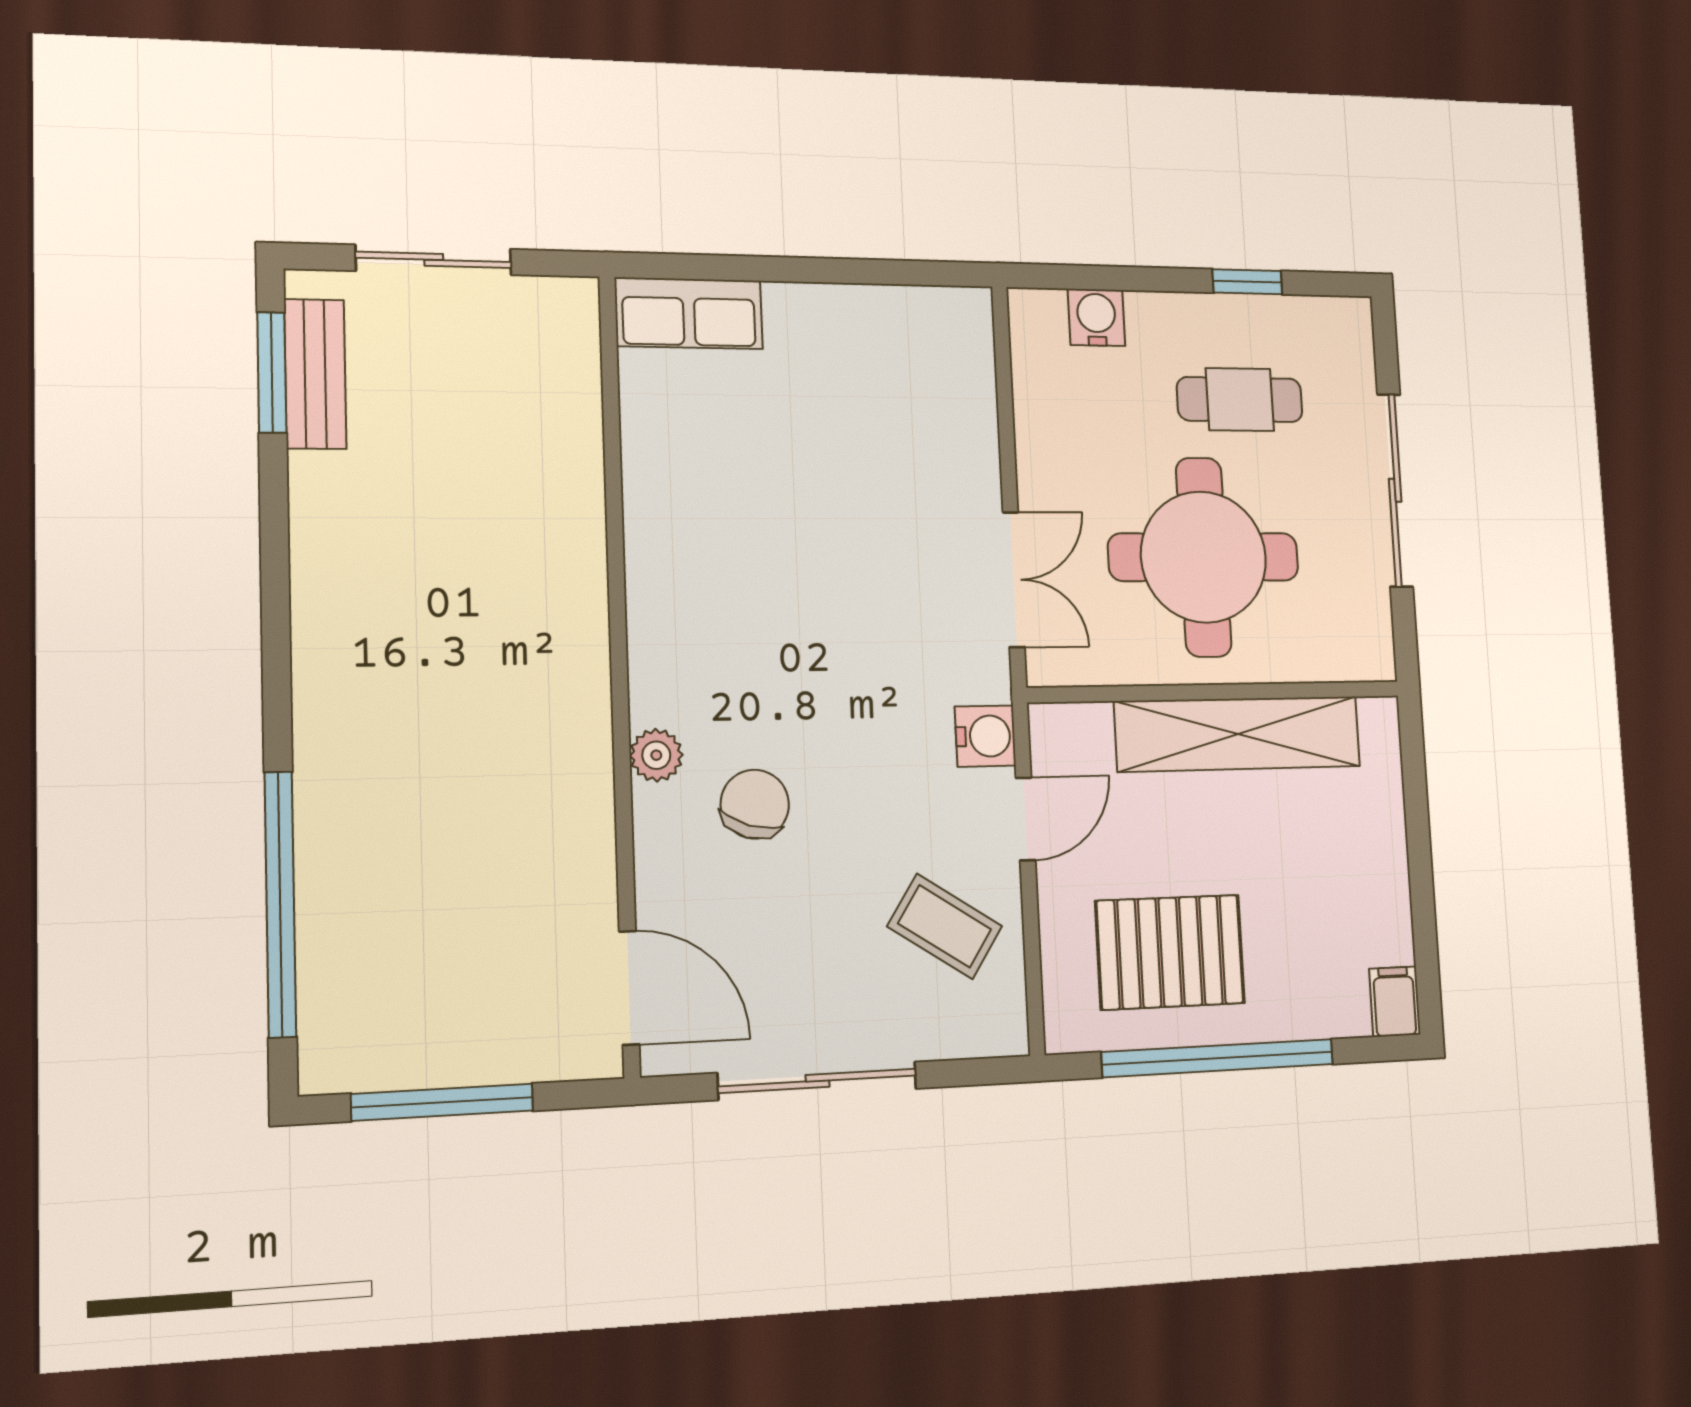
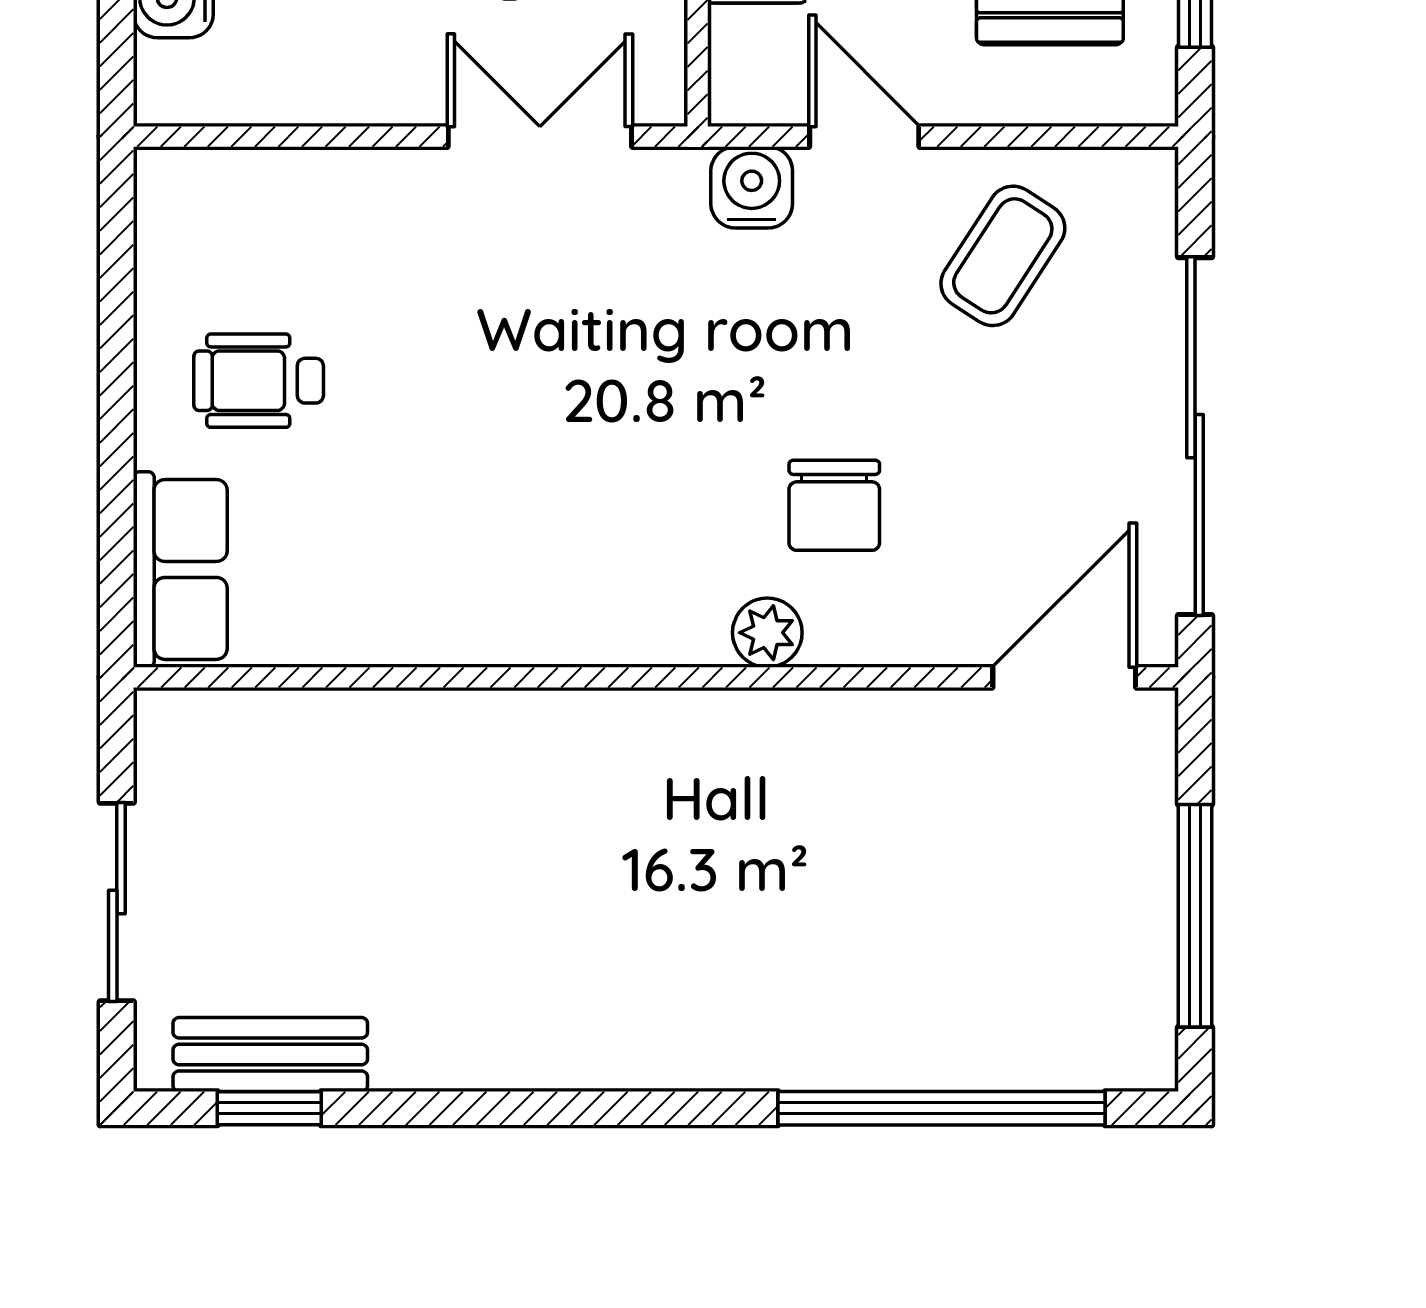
window: (272, 372) -> (269, 1108), width x0.67
wheelchair: (830, 373) -> (259, 381), added
chair: (755, 804) -> (834, 505), turned -107
sliding door: (818, 1081) -> (1195, 436), width x1.36

